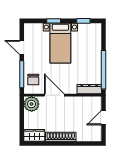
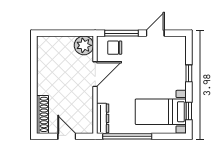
bed with nightstands: (60, 43) -> (161, 112), moved
wardrobe: (34, 135) -> (44, 49), removed
shoe rack: (61, 137) -> (43, 114), moved

